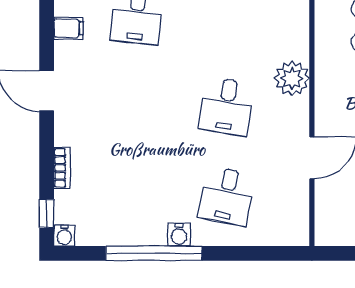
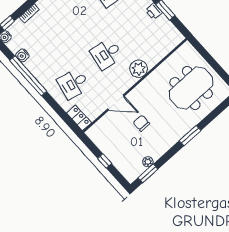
locker: (285, 234) -> (79, 118), added
water cooler: (179, 235) -> (22, 55), moved

